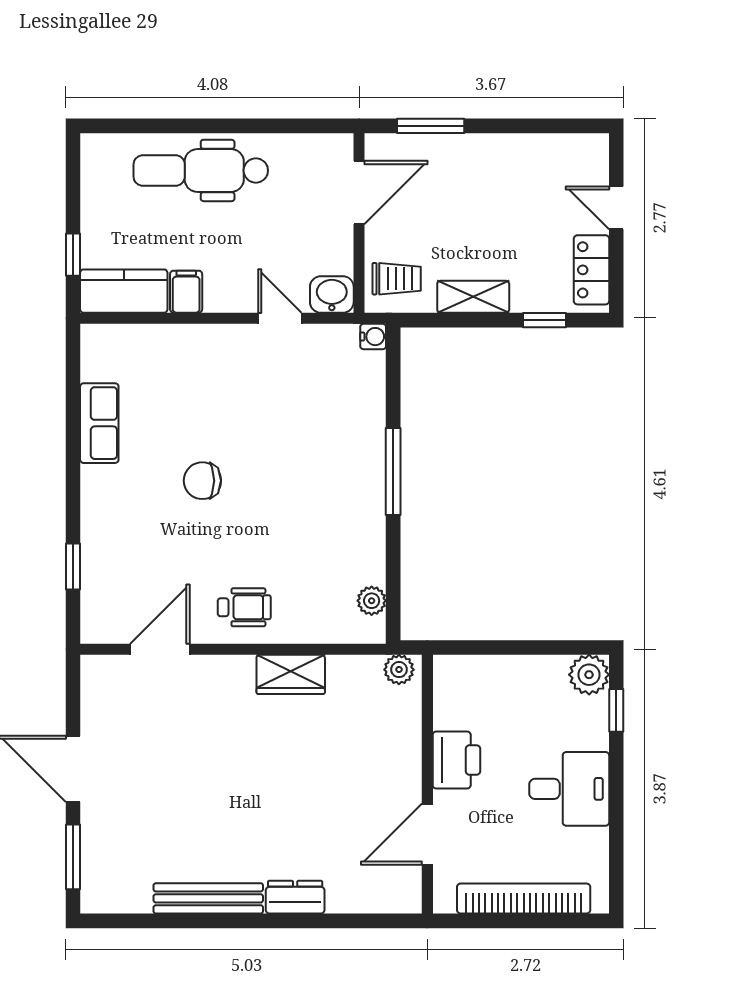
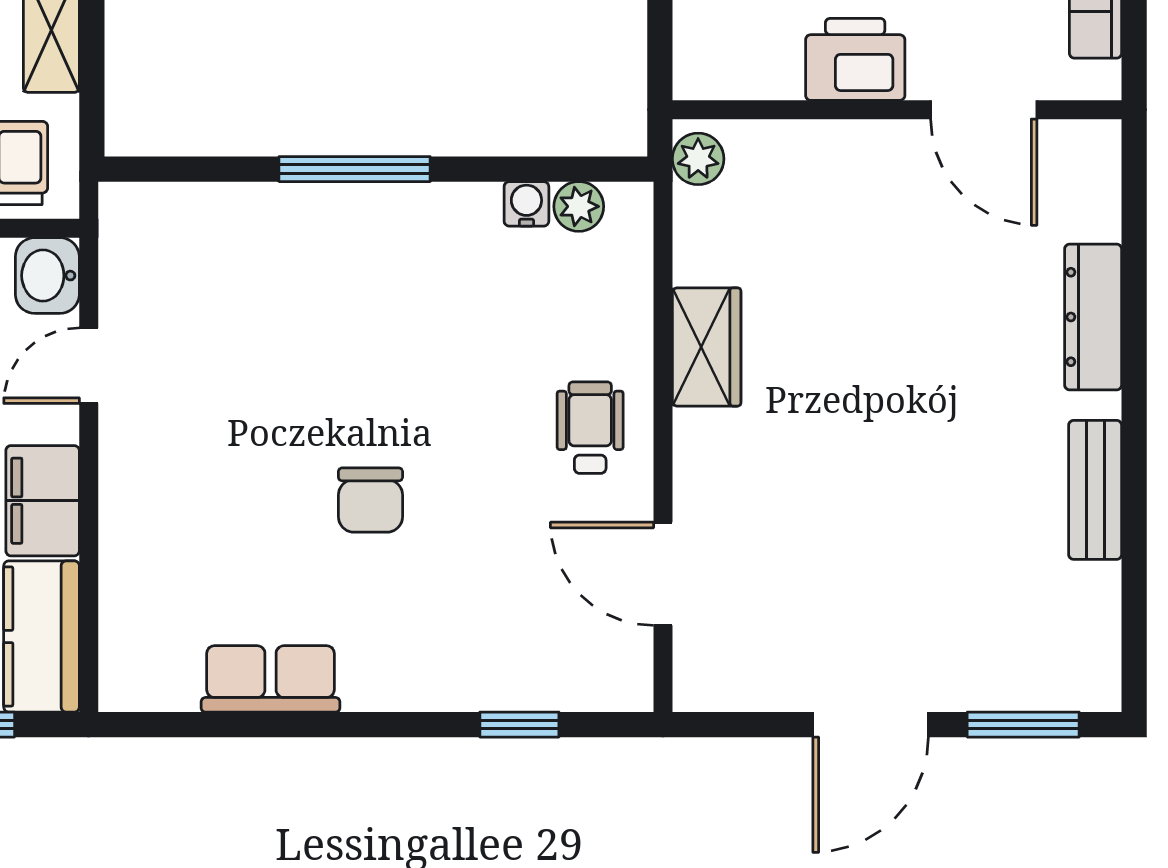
filing cabinet: (186, 292) -> (43, 501), width x2.00
water cooler: (373, 337) -> (526, 204), moved
dresser: (295, 897) -> (1093, 317), width x1.44
bench: (208, 898) -> (1095, 490), width x0.73

